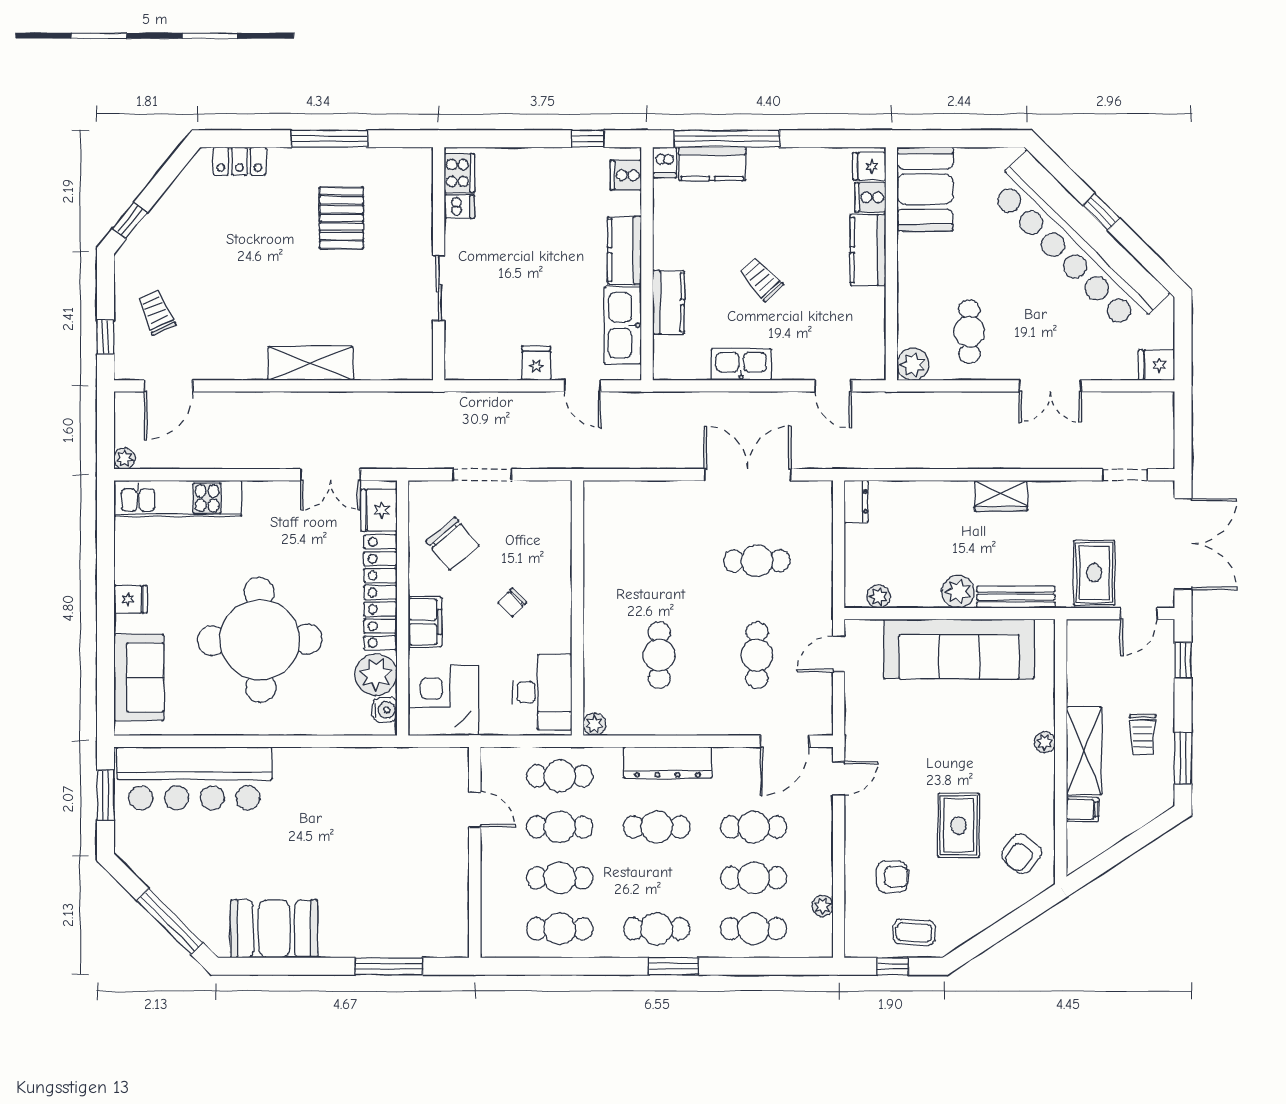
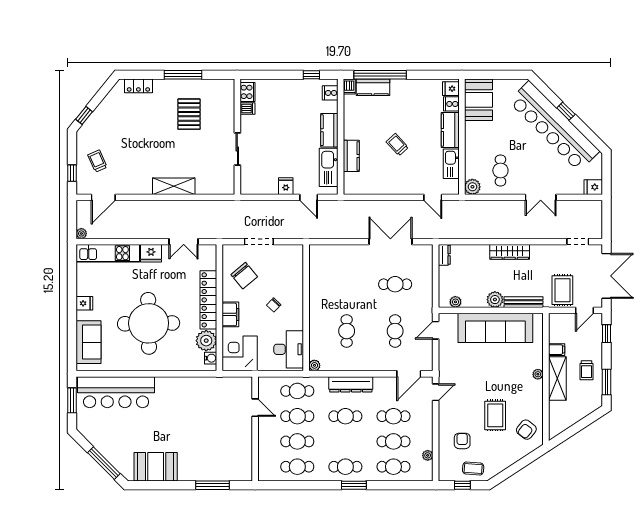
kitchen sink: (741, 364) -> (451, 164), moved, turned -90
wardrobe: (1001, 496) -> (510, 252), width x1.50
fridge: (379, 510) -> (151, 253), moved, turned -90
filing cabinet: (1082, 809) -> (557, 350), moved
armchair: (892, 877) -> (462, 441), turned -90

